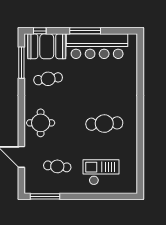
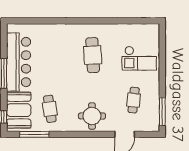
checkout: (101, 172) -> (139, 58), turned -90

